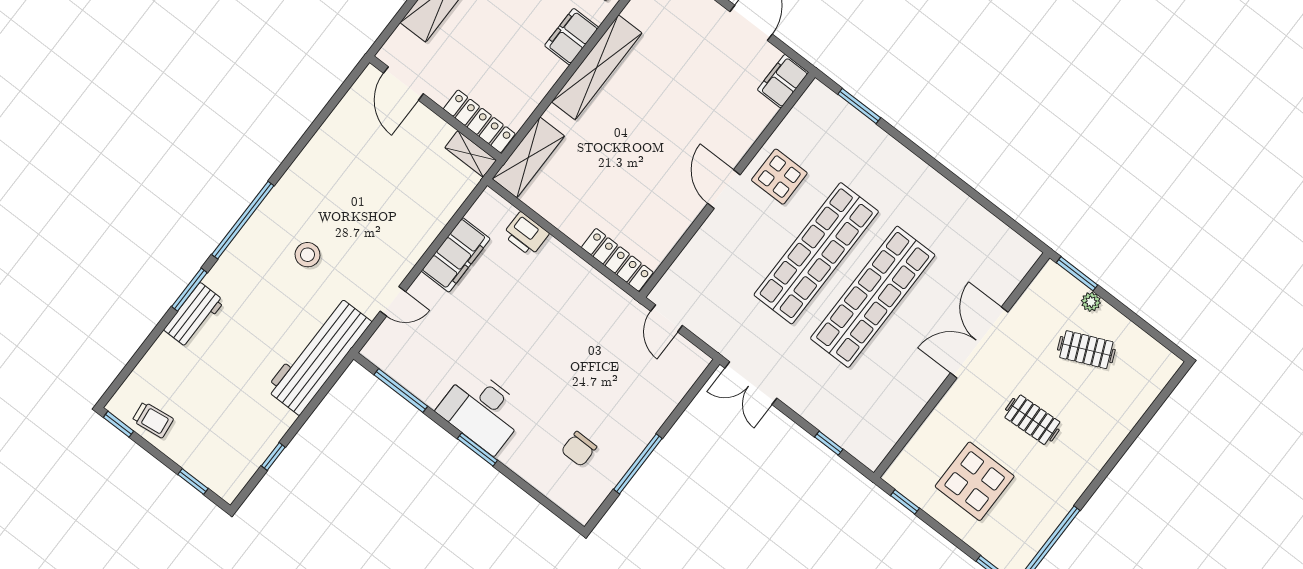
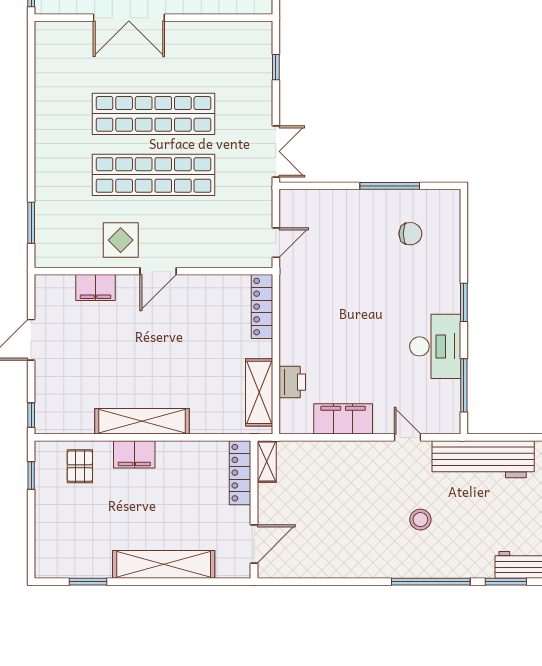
filing cabinet: (783, 81) -> (95, 288), moved
shelving: (528, 157) -> (259, 392), moved, turned 90
desk: (482, 411) -> (435, 346), moved

